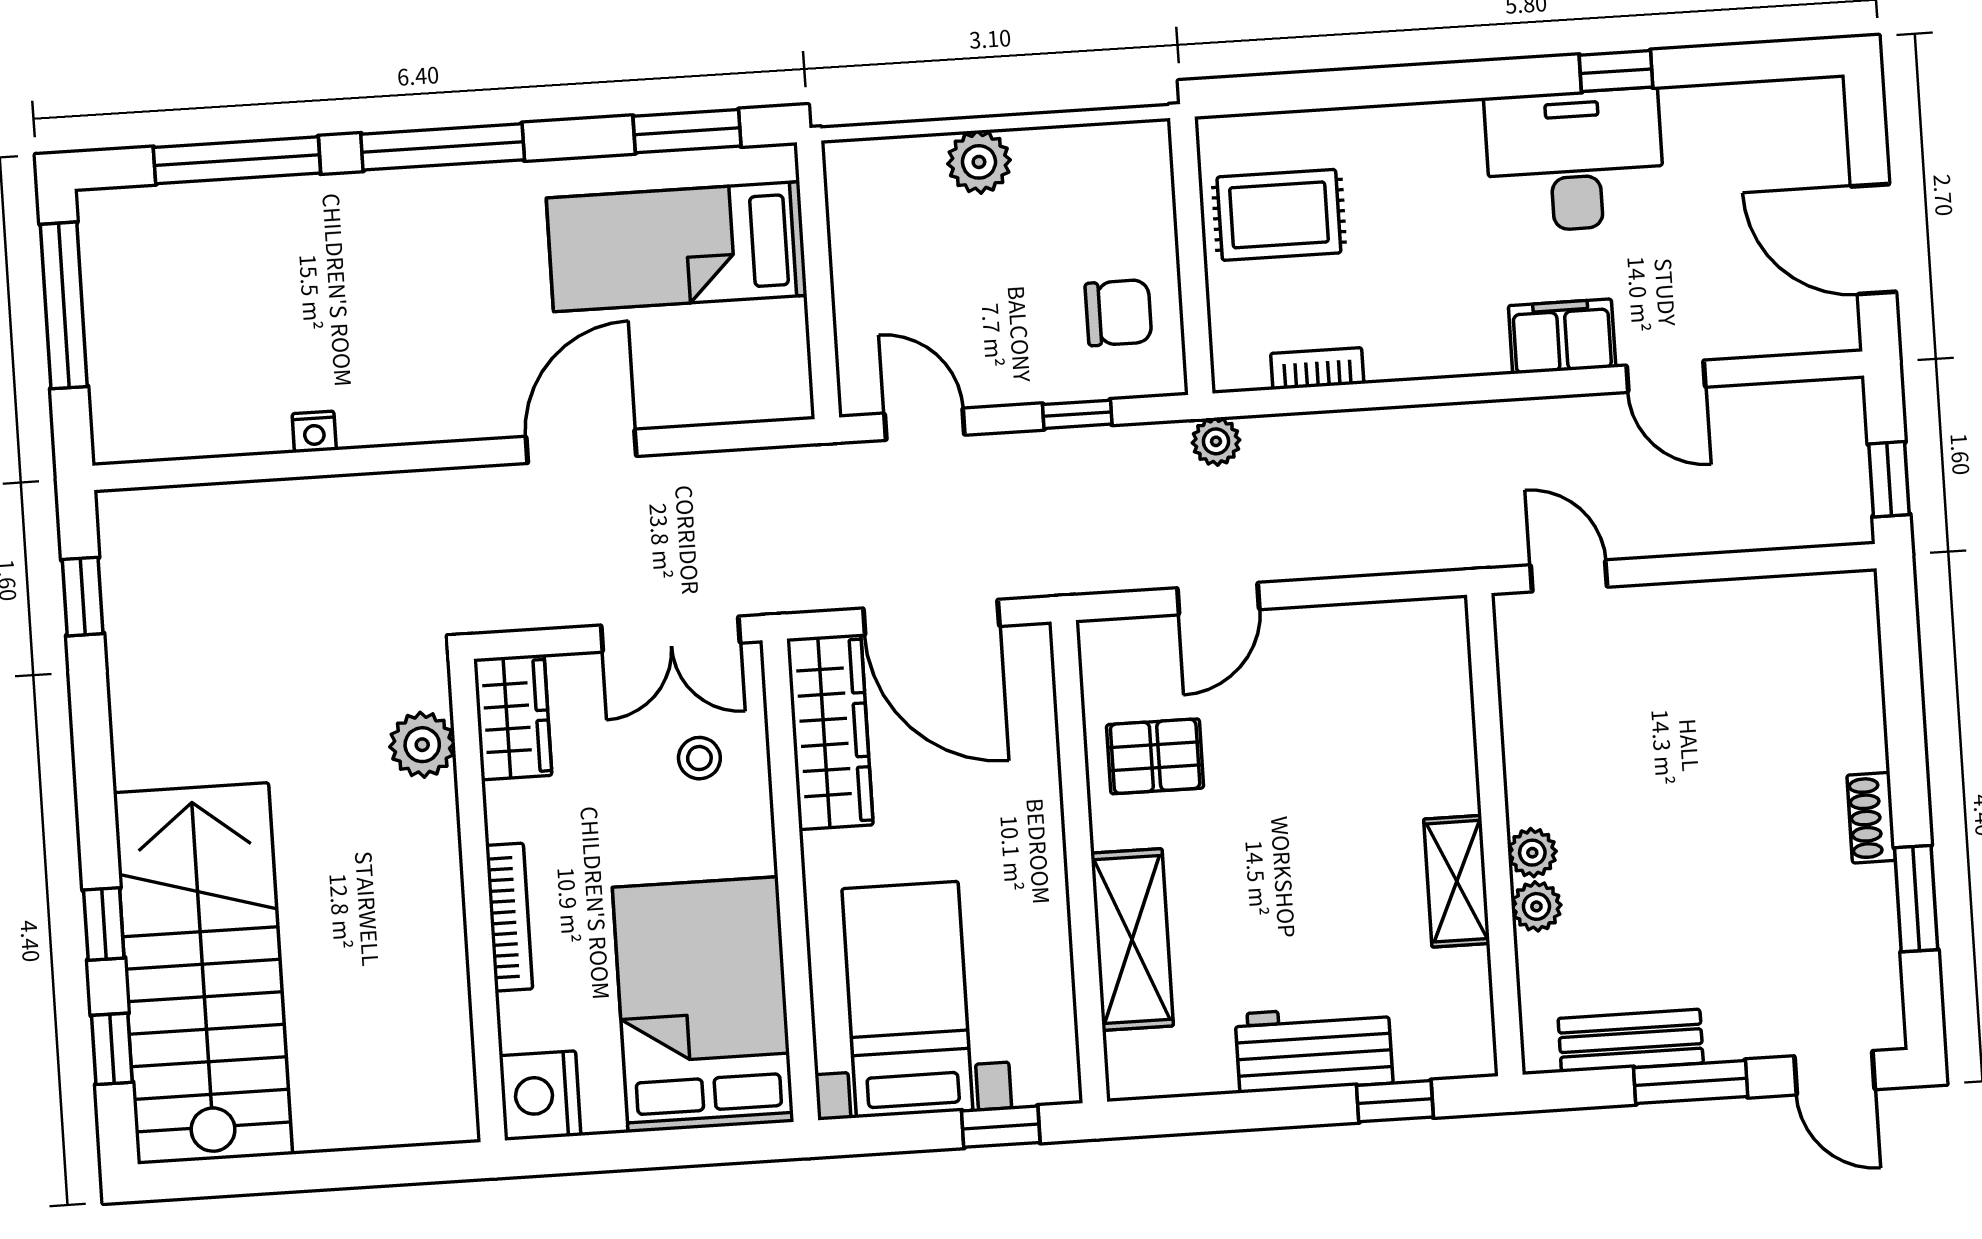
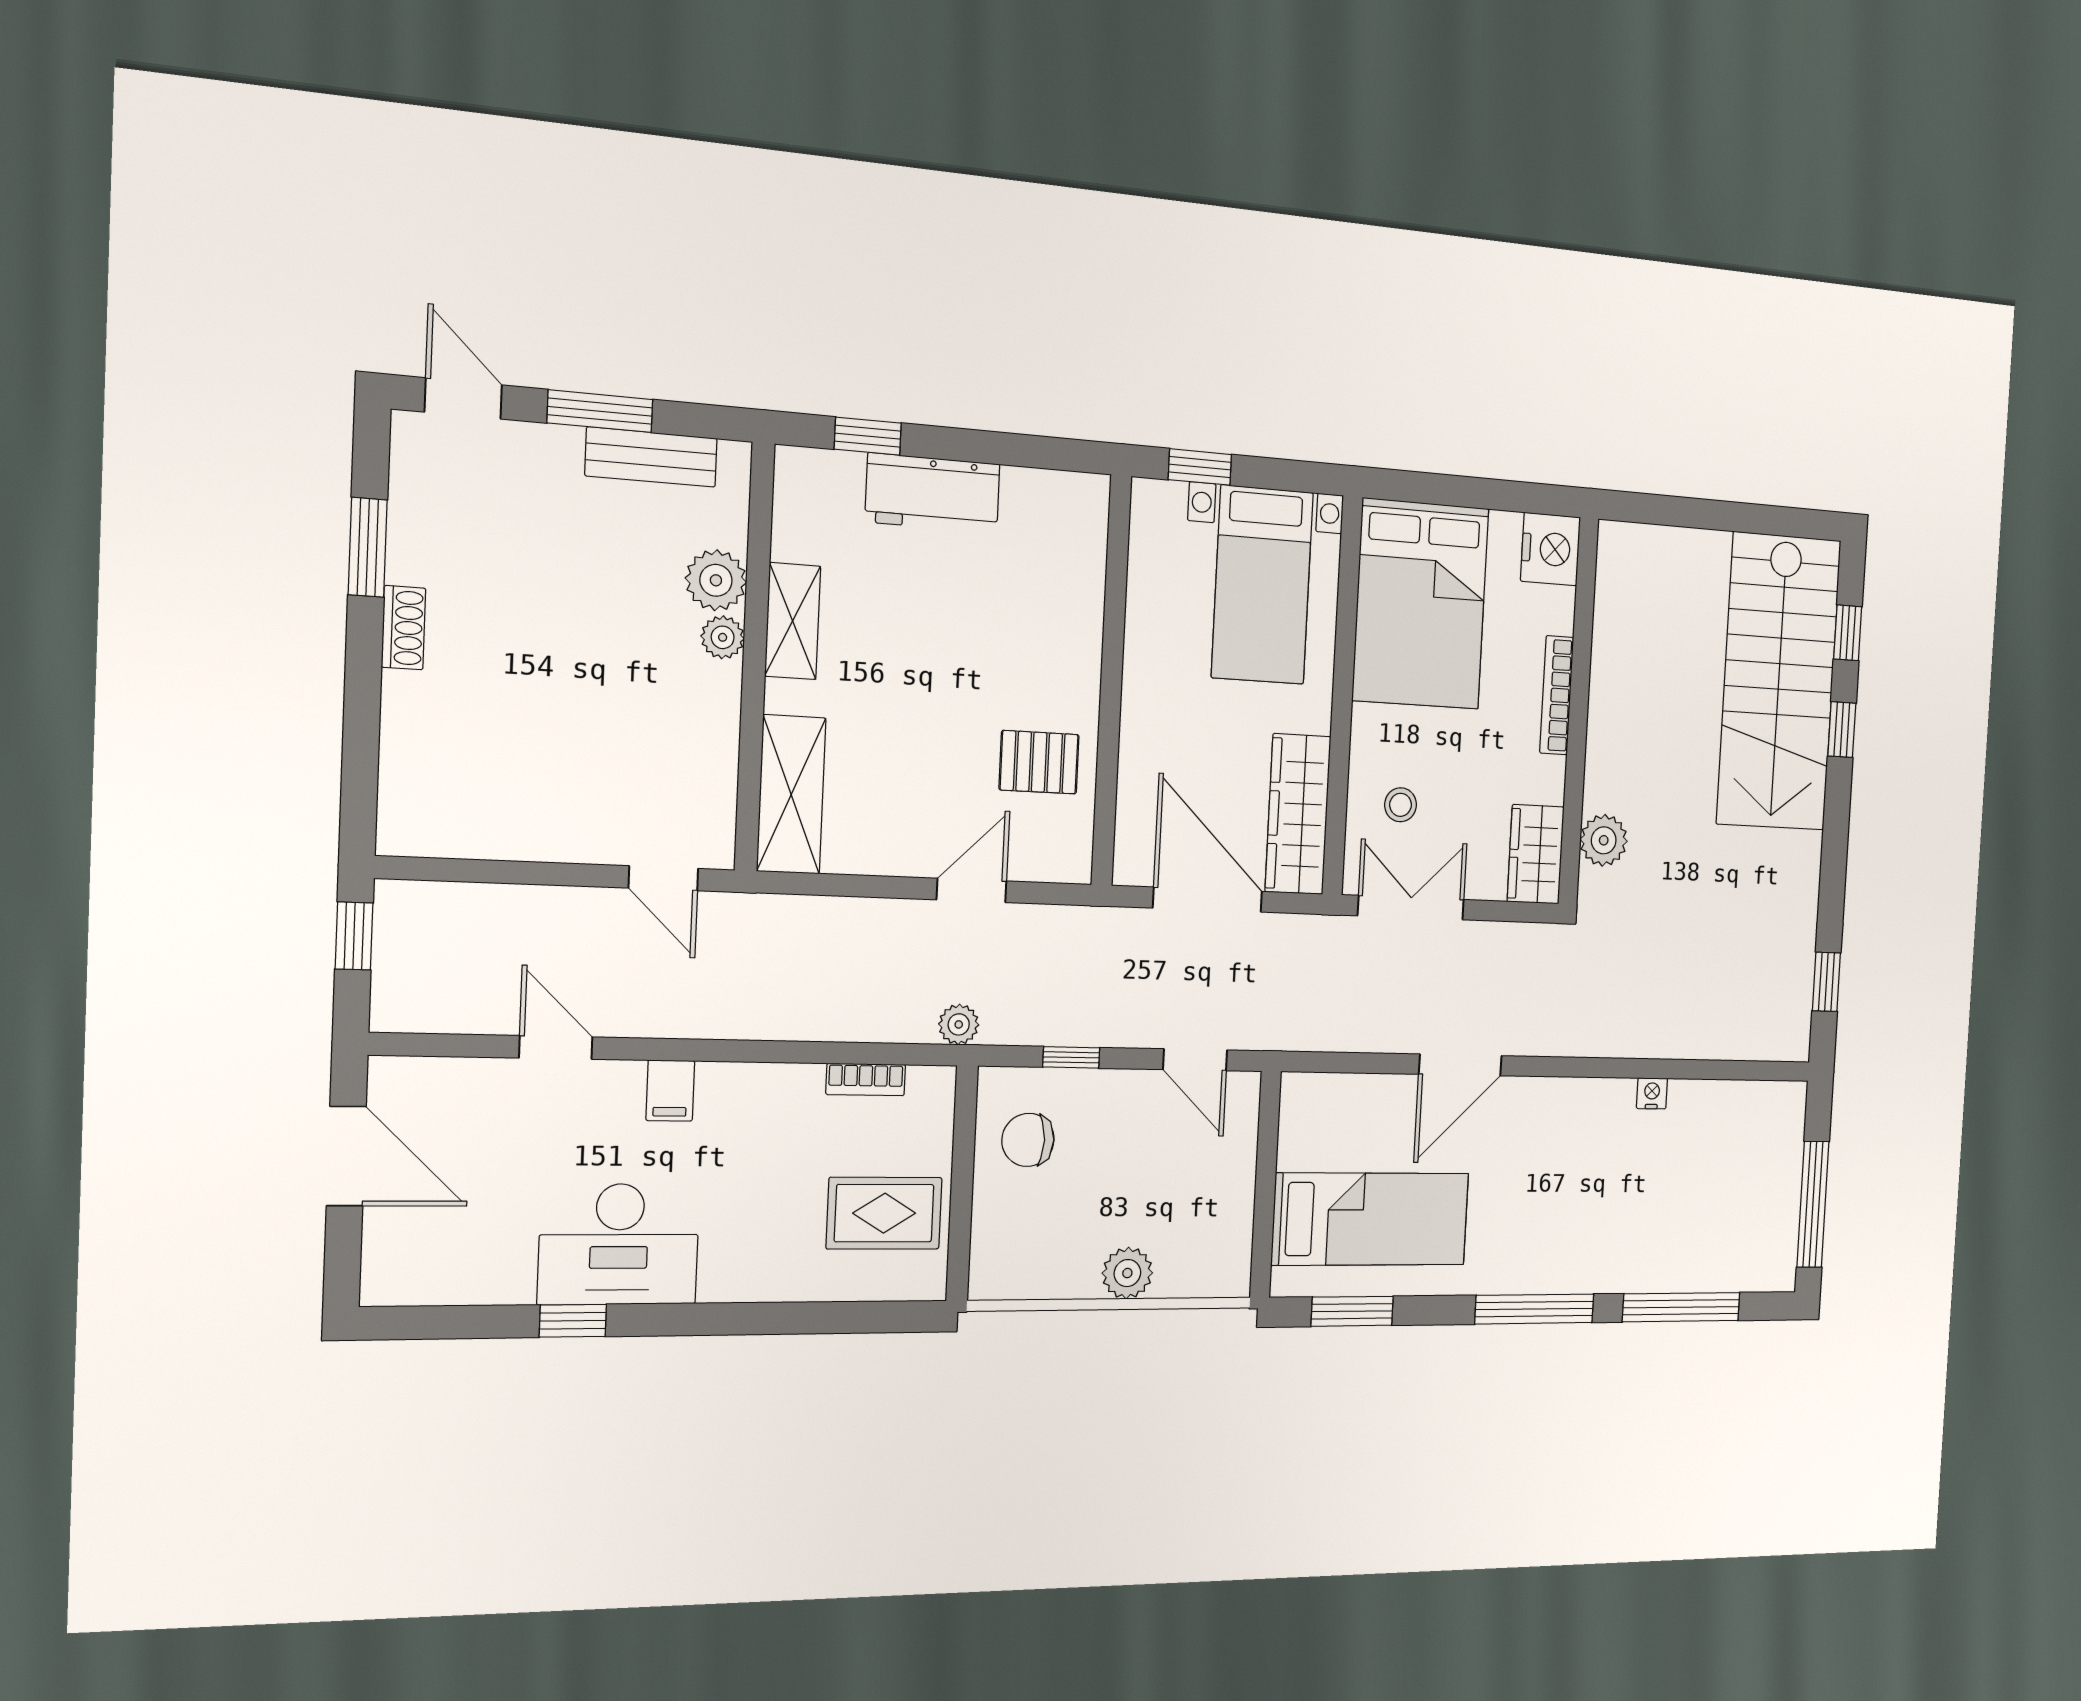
filing cabinet: (1562, 336) -> (670, 1091), width x0.50
plant: (1536, 906) -> (716, 580), width x1.38, depth x1.38
shelving: (1132, 940) -> (791, 795), moved

